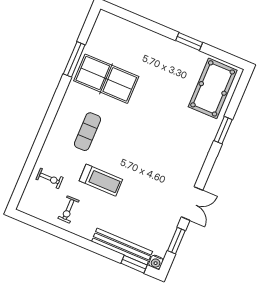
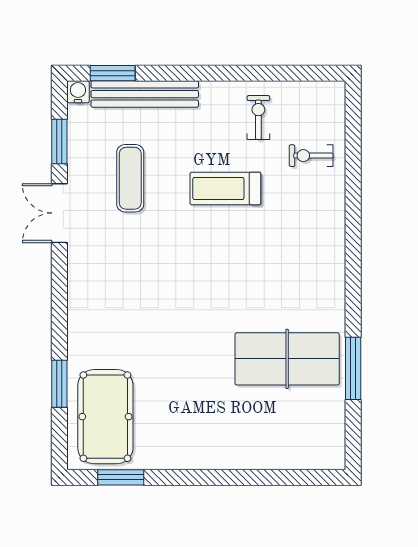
window: (189, 42) -> (121, 477), moved
window: (223, 130) -> (59, 384), moved
exercise mat: (87, 132) -> (130, 178), moved

